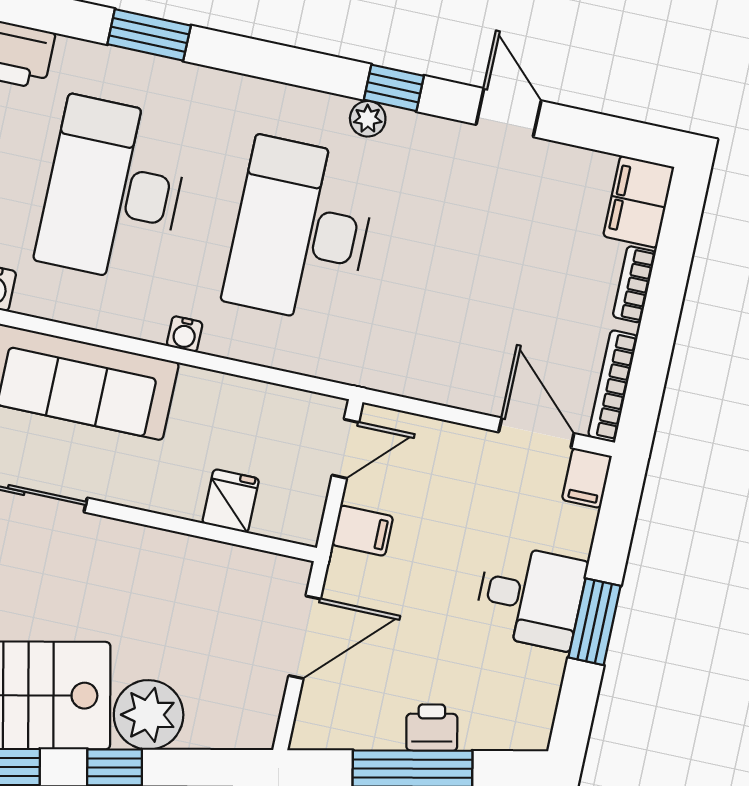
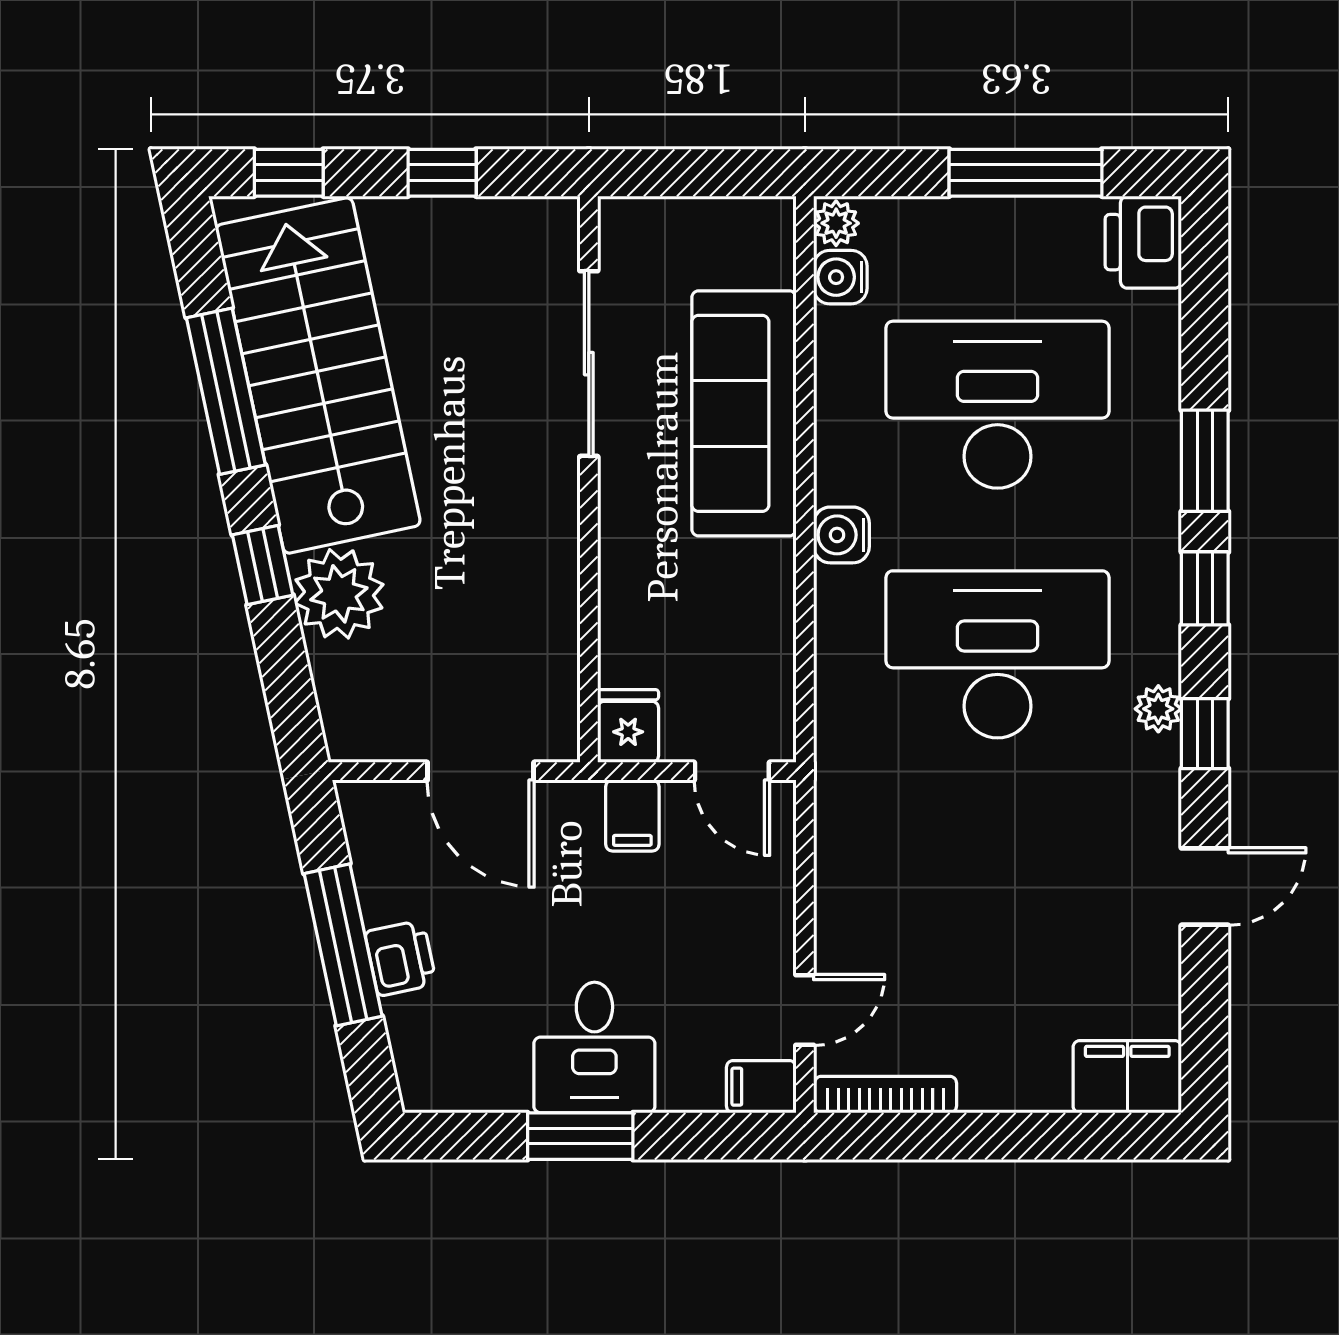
window: (149, 35) -> (1205, 461), moved
window: (285, 64) -> (1205, 588), added
bookcase: (634, 284) -> (1021, 1094), removed
water cooler: (185, 334) -> (842, 535), width x1.38, depth x1.38
door: (536, 433) -> (805, 1010), width x0.73
fridge: (231, 501) -> (628, 726), moved, turned -90

